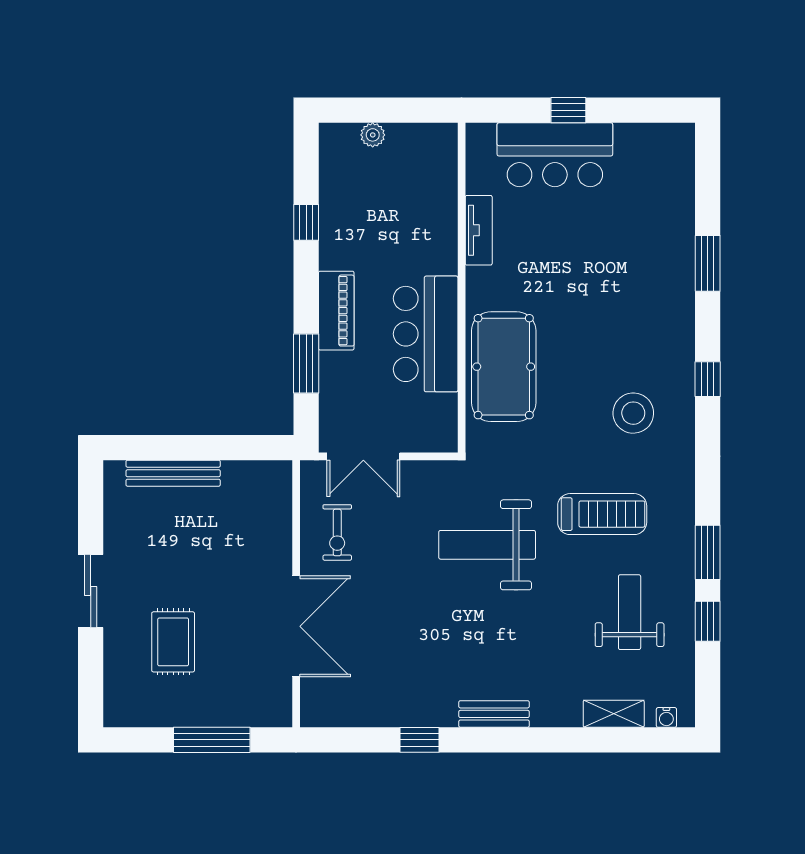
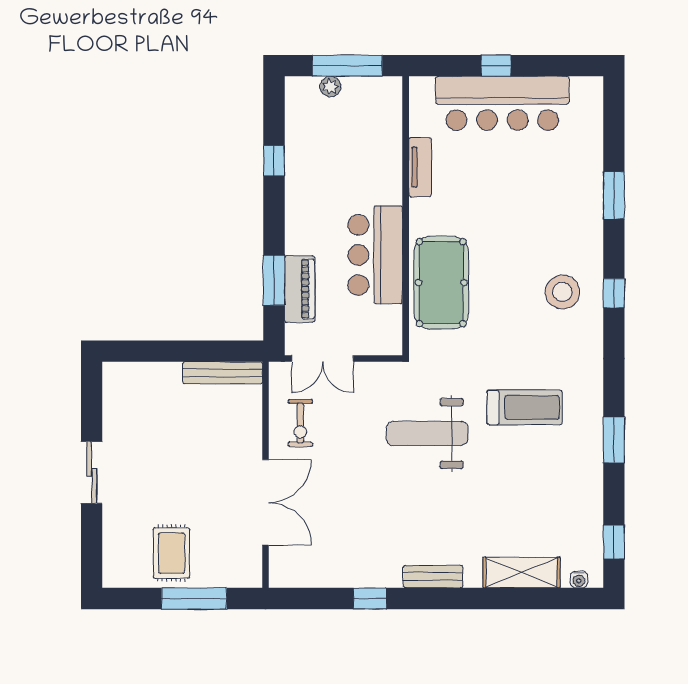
window: (393, 110) -> (347, 66), added
bar counter: (555, 155) -> (502, 103), width x1.36
piano: (336, 311) -> (300, 289), moved
stool: (633, 413) -> (562, 292), moved
bench: (173, 473) -> (222, 373), moved
weight bench: (630, 612) -> (548, 490), removed
window: (708, 621) -> (614, 542), moved
rug: (173, 642) -> (172, 553), moved
shelving: (614, 714) -> (521, 573), width x1.50, depth x1.33

